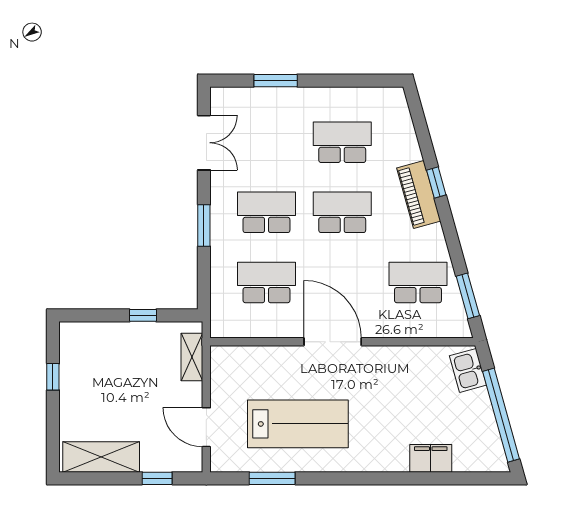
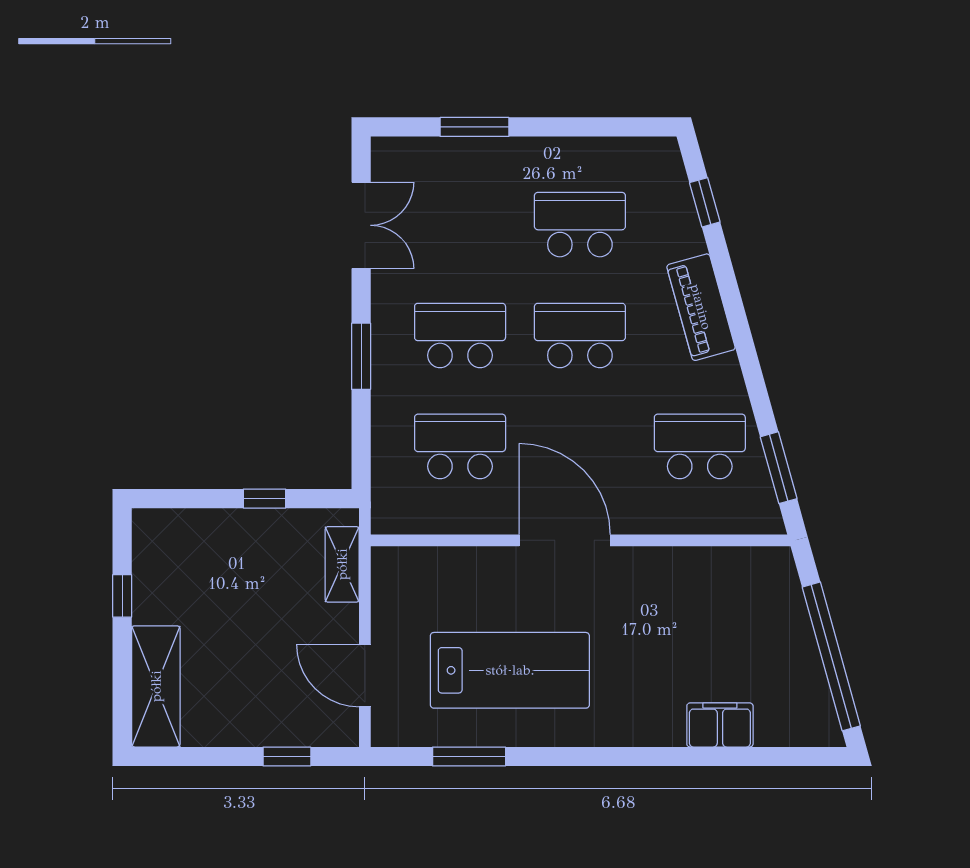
window: (436, 183) -> (705, 202), moved
kitchen sink: (468, 370) -> (779, 586), removed
shelving: (101, 457) -> (156, 686), moved, turned 90

